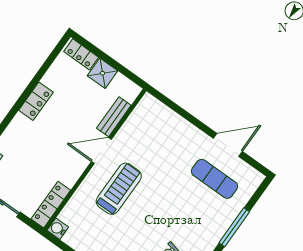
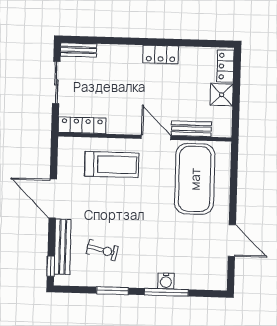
exercise mat: (214, 179) -> (195, 179), moved, width x2.00, depth x1.45
treadmill: (119, 189) -> (112, 165), moved
water cooler: (58, 229) -> (166, 281), moved, turned 180

